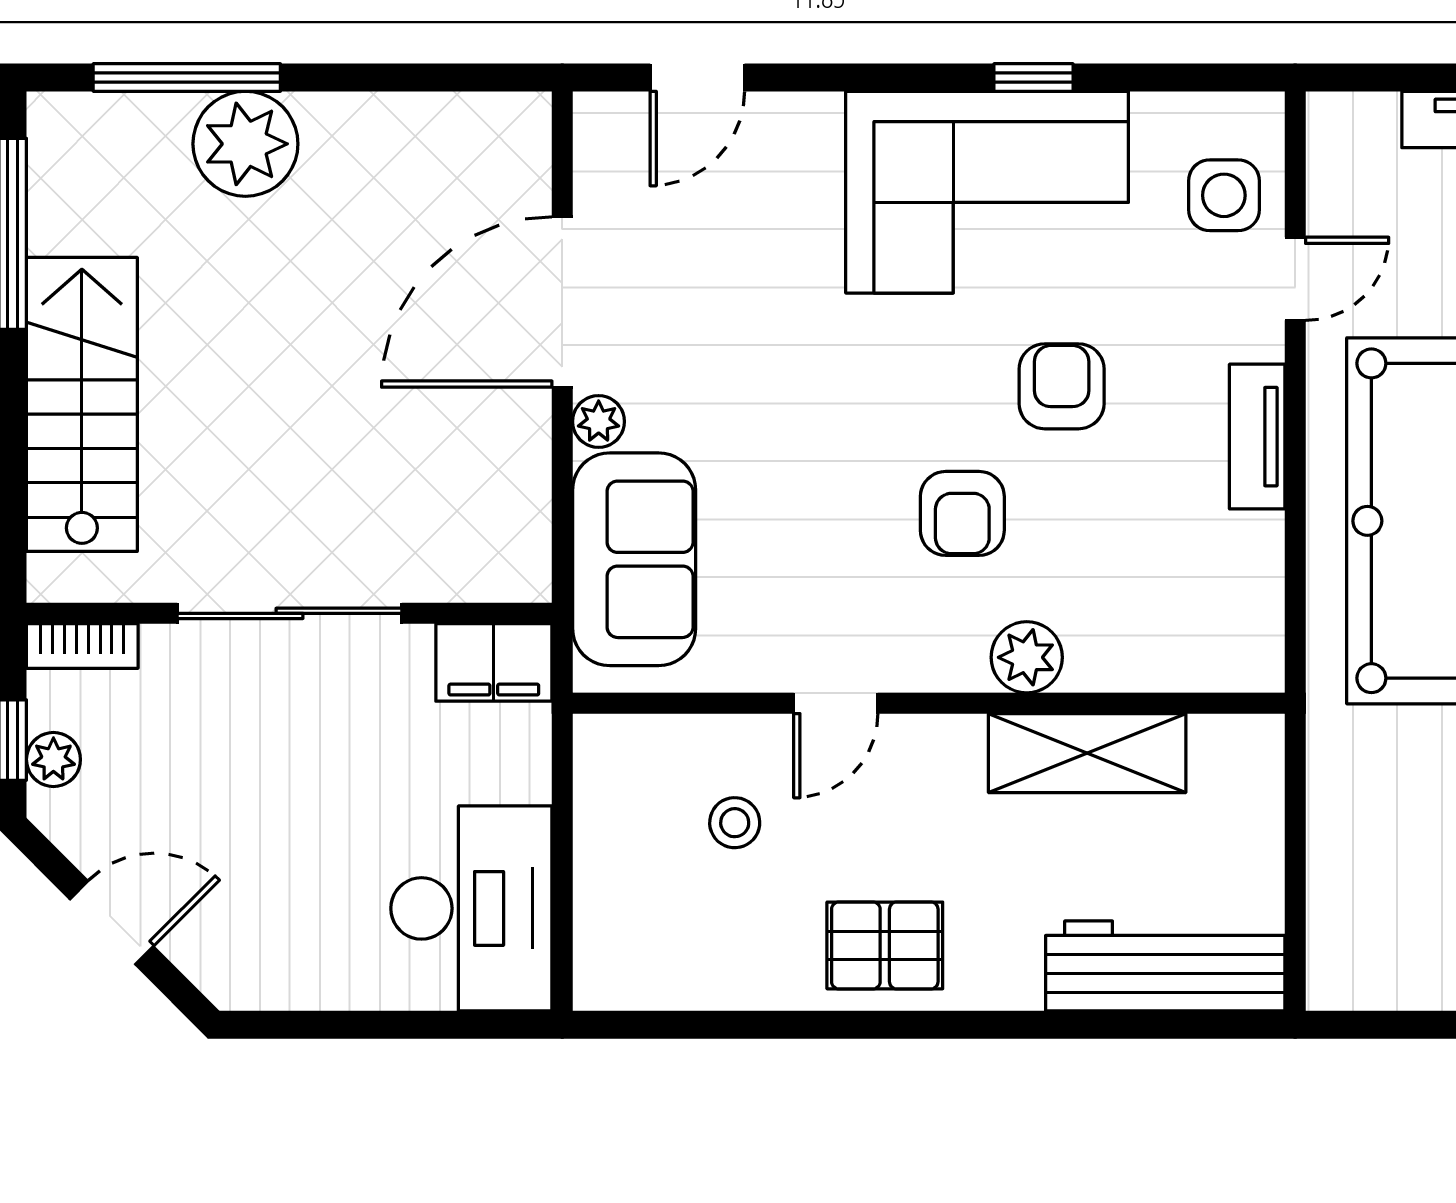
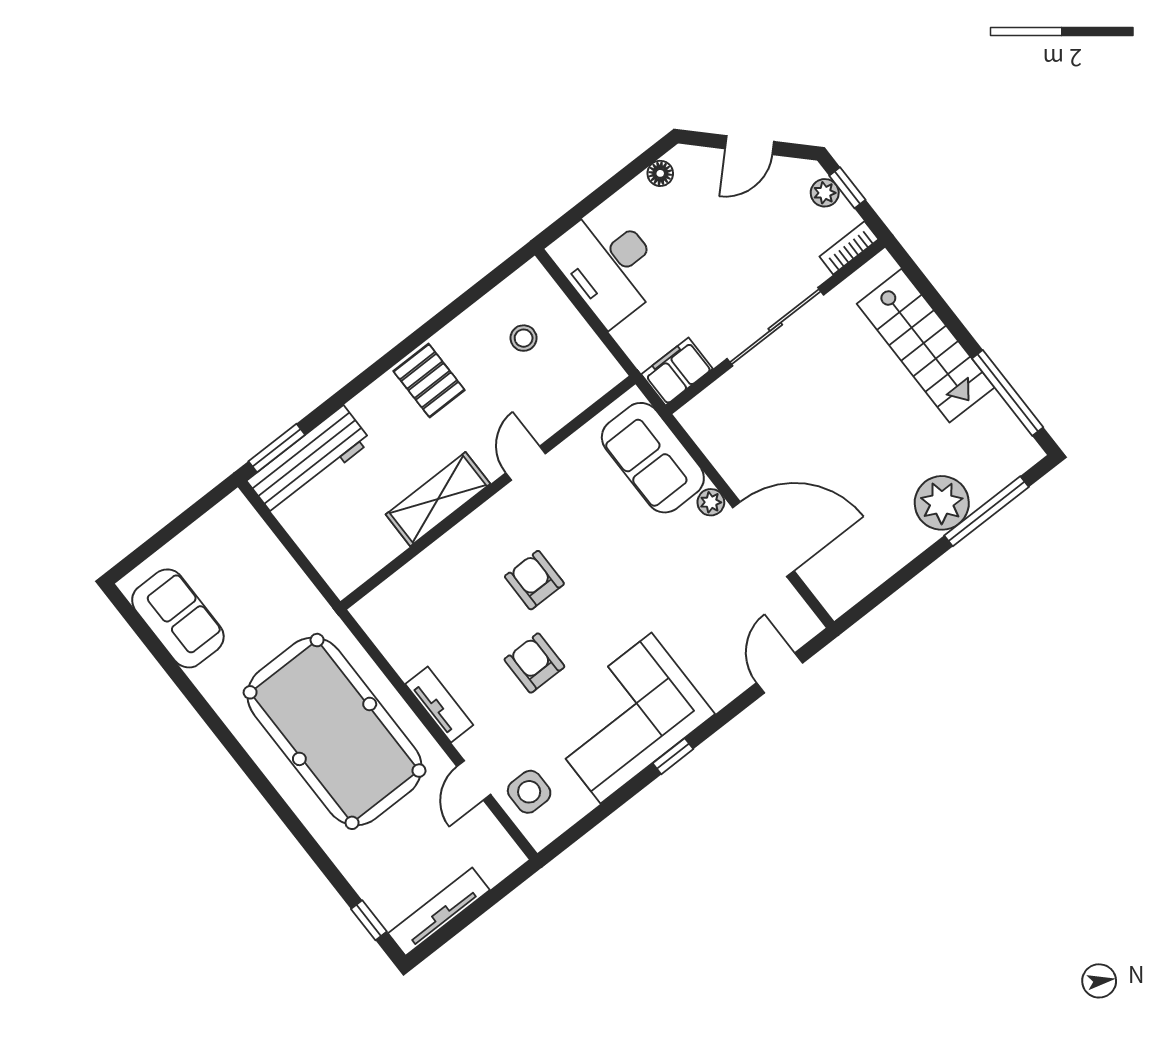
window: (1033, 78) -> (673, 756), moved
door: (562, 302) -> (763, 539), hinge flipped
armchair: (1062, 386) -> (534, 663), turned 180
plant: (1027, 657) -> (463, 542), removed
shelving: (1087, 753) -> (438, 499), moved
stool: (735, 823) -> (524, 338), moved
pallet: (885, 945) -> (429, 381), turned 90
floor lamp: (282, 986) -> (660, 173), added
window: (1199, 1025) -> (277, 448), added

